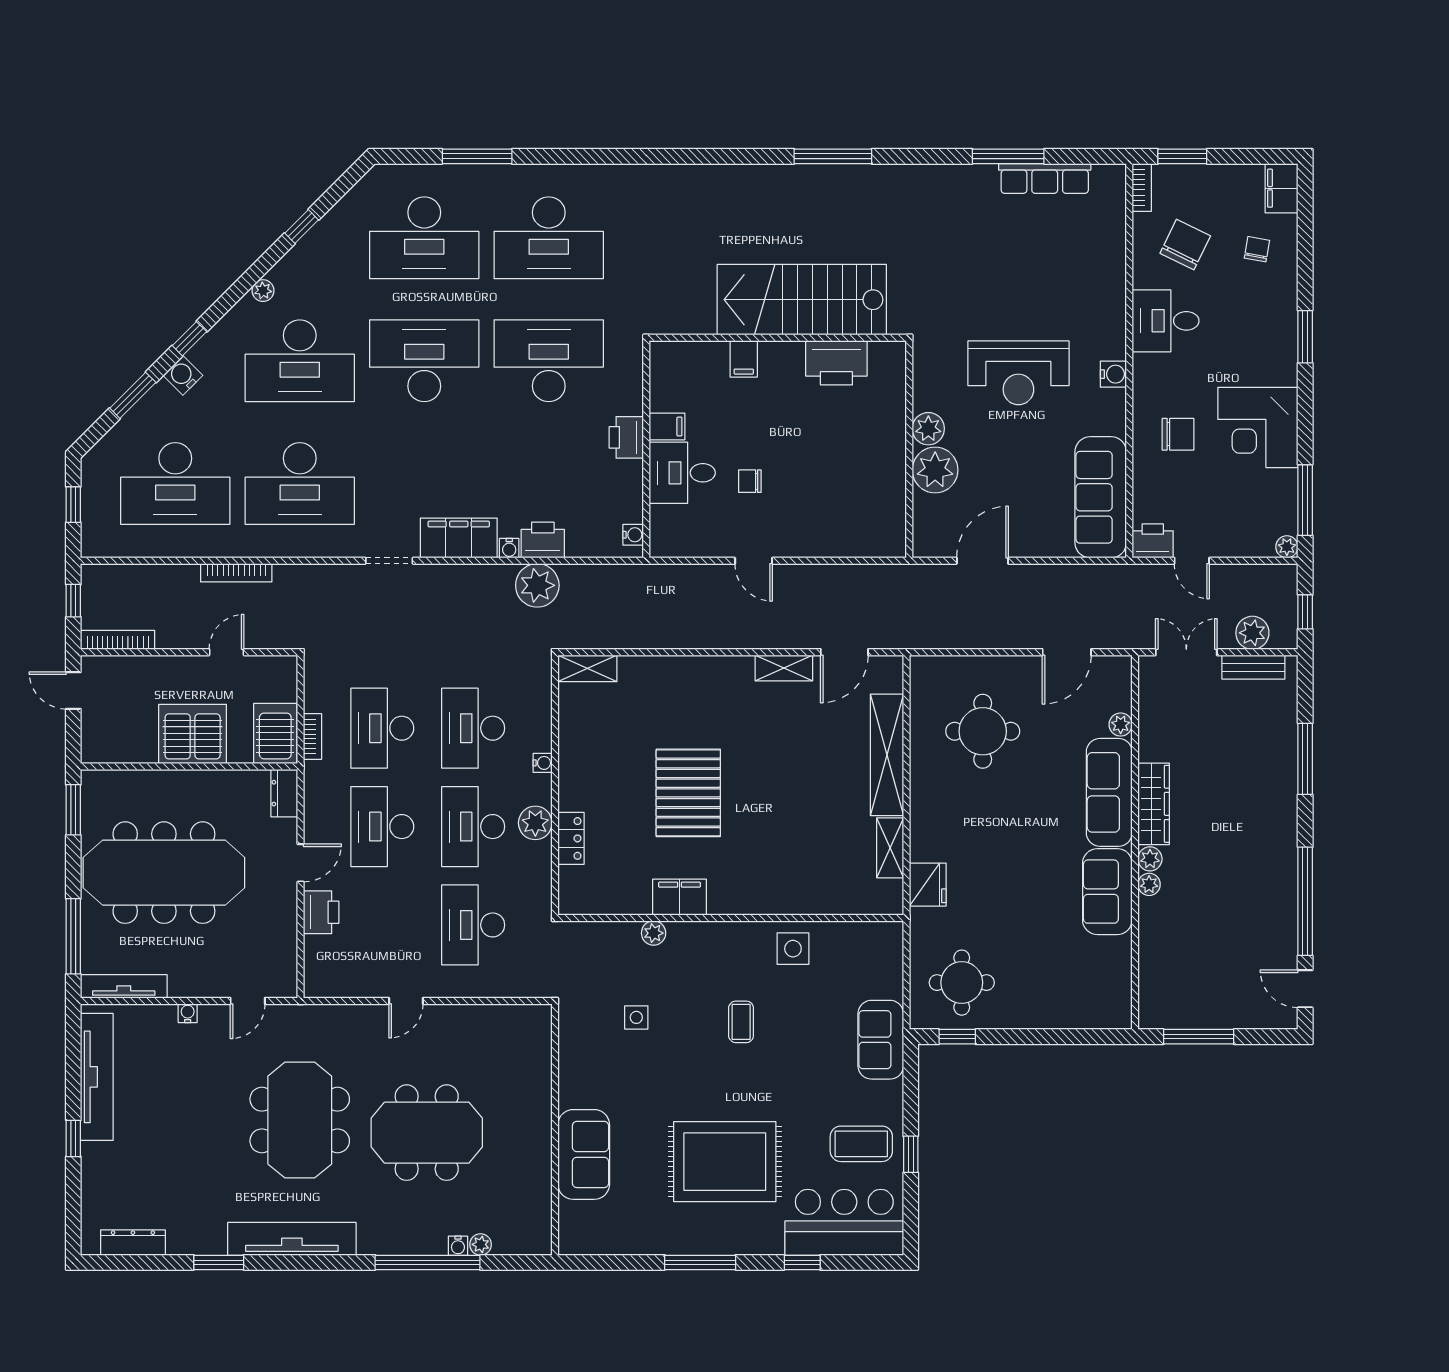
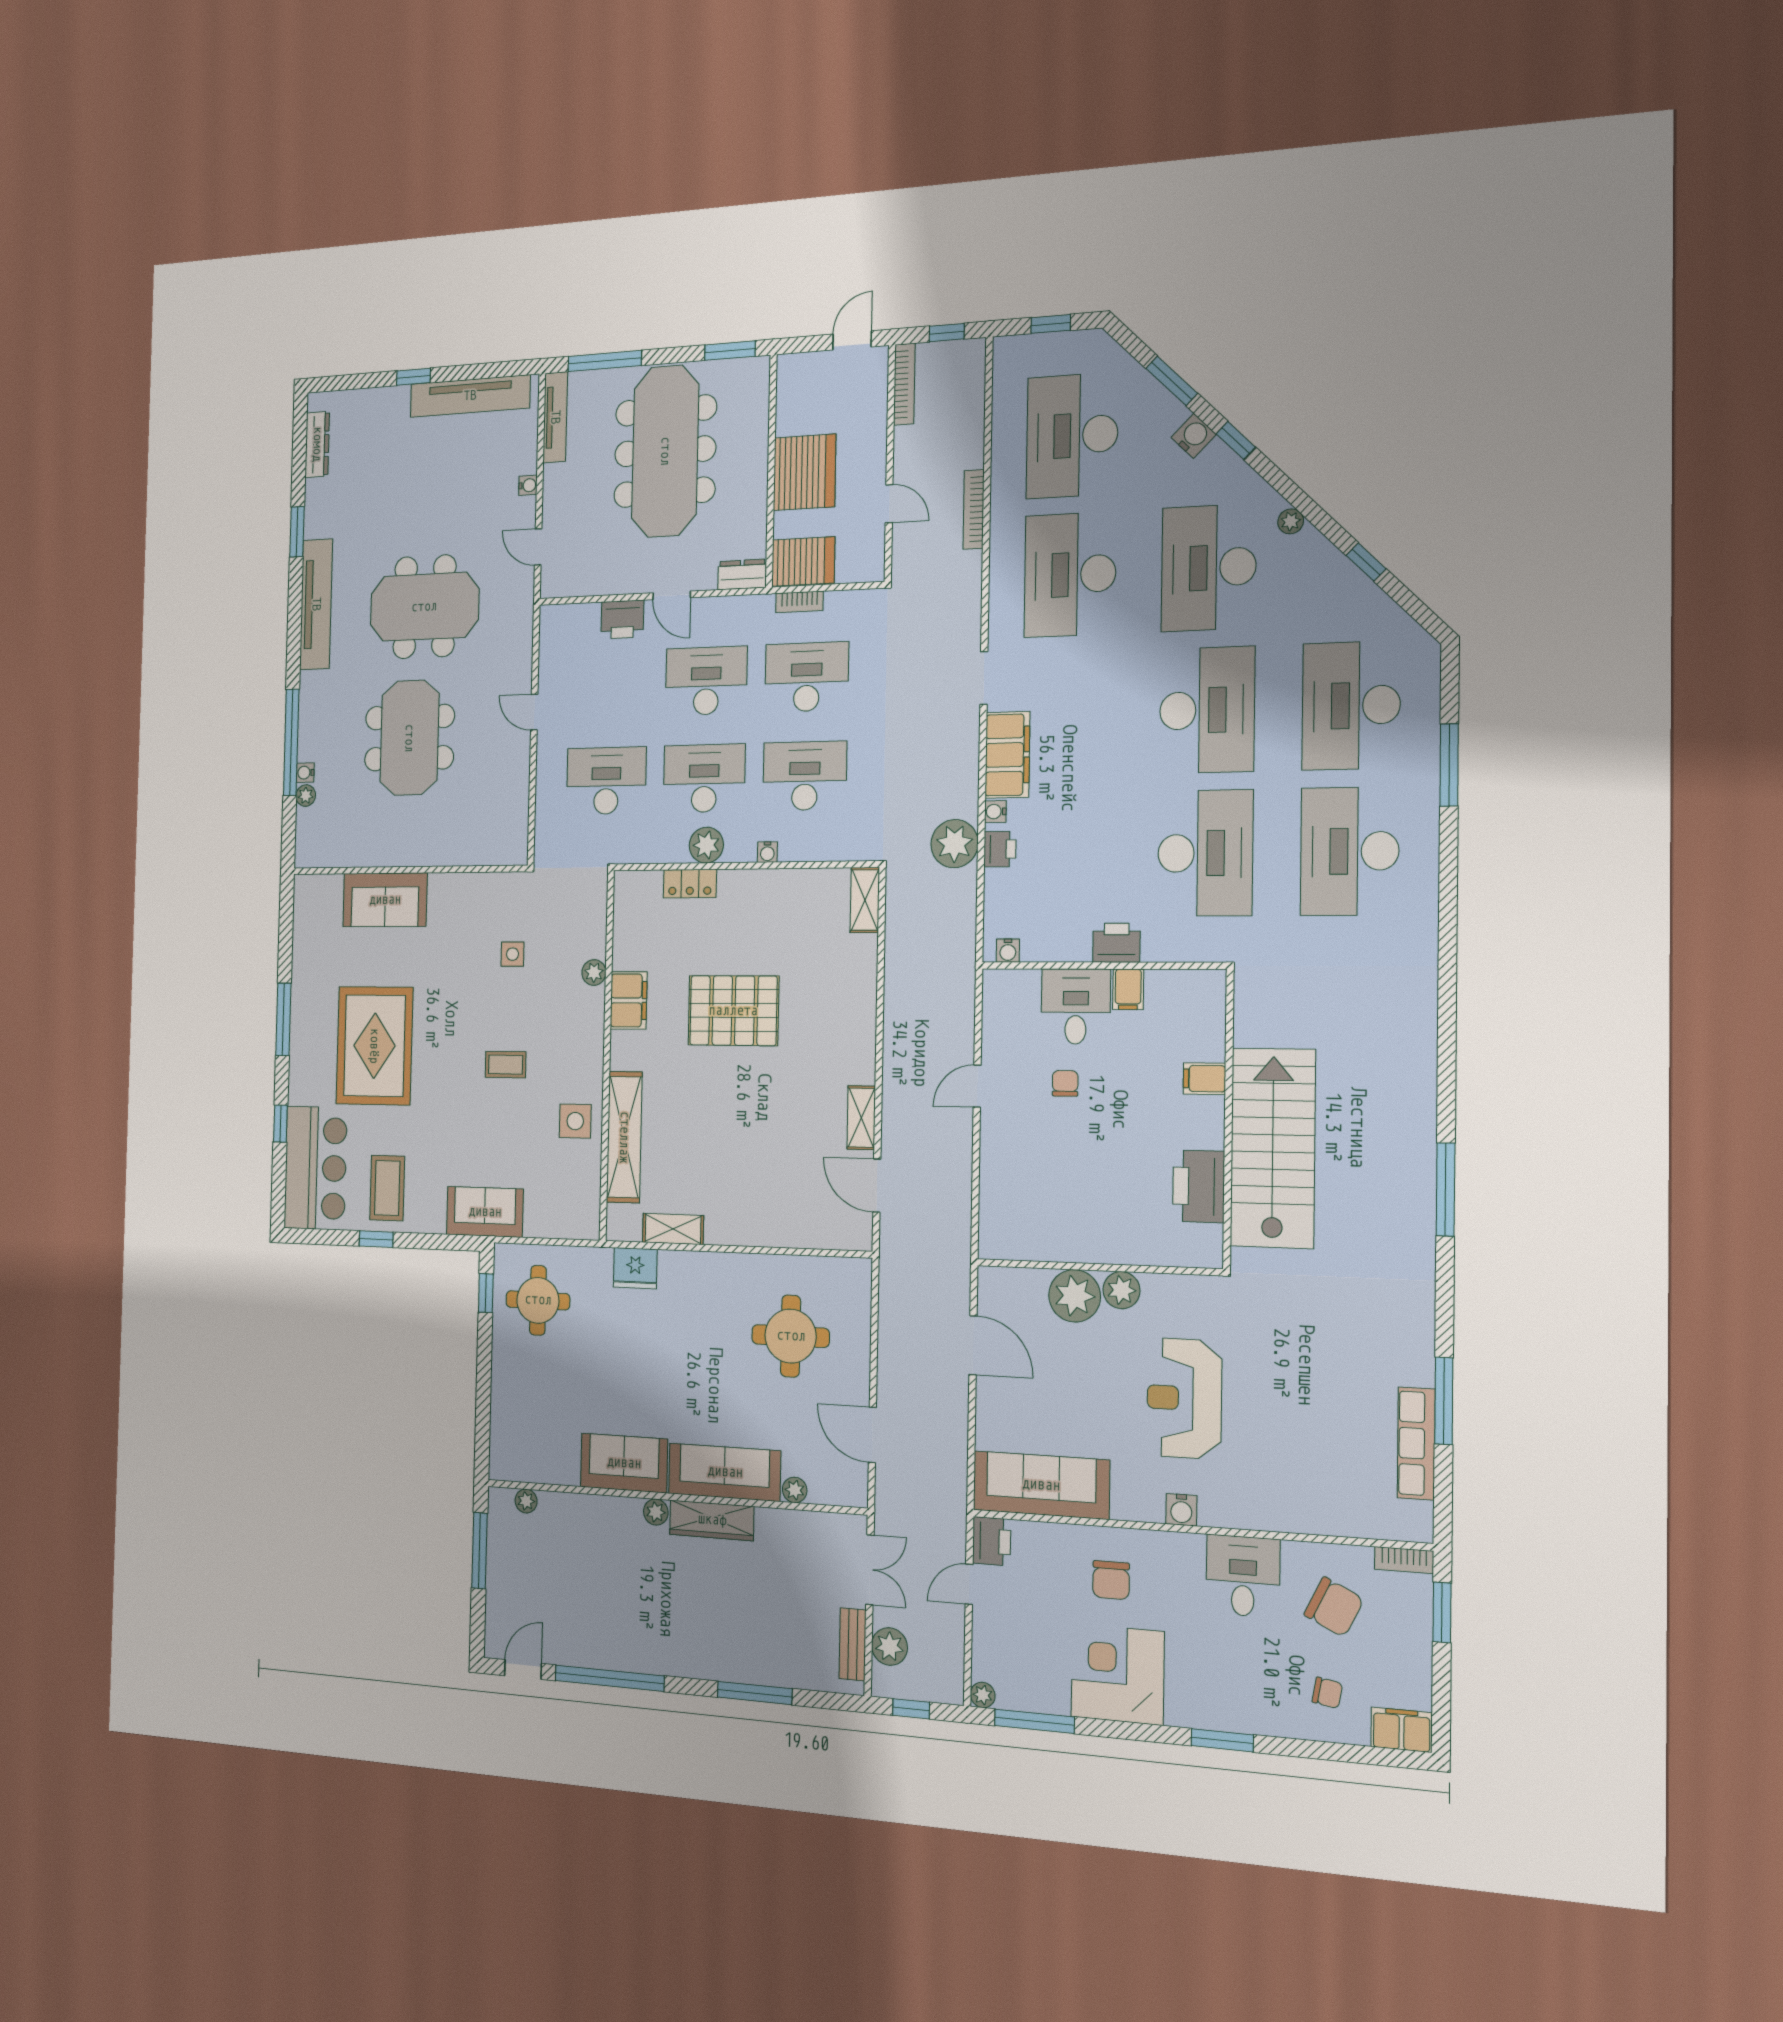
printer: (543, 540) -> (1000, 849), width x0.73, depth x0.81
shelving: (887, 755) -> (624, 1137), moved, turned 90
plant: (1149, 884) -> (526, 1501), moved

